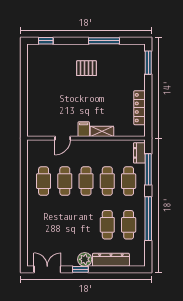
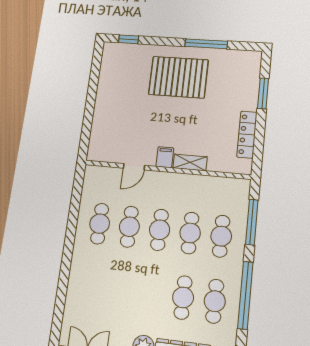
window: (148, 63) -> (263, 93), moved
pallet: (87, 68) -> (178, 77), width x2.05, depth x2.00
dresser: (139, 153) -> (241, 197), removed

